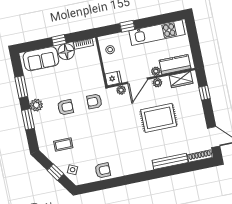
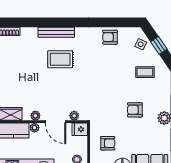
door: (137, 81) -> (55, 122), swing flipped
armchair: (94, 101) -> (108, 143), moved
rug: (159, 118) -> (60, 59), moved, width x0.73, depth x0.70
bench: (170, 161) -> (56, 32), moved

